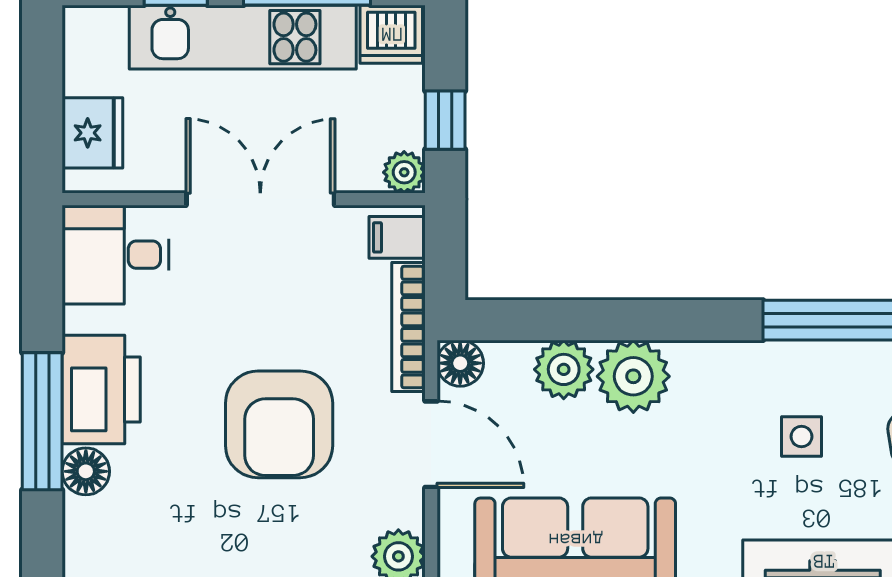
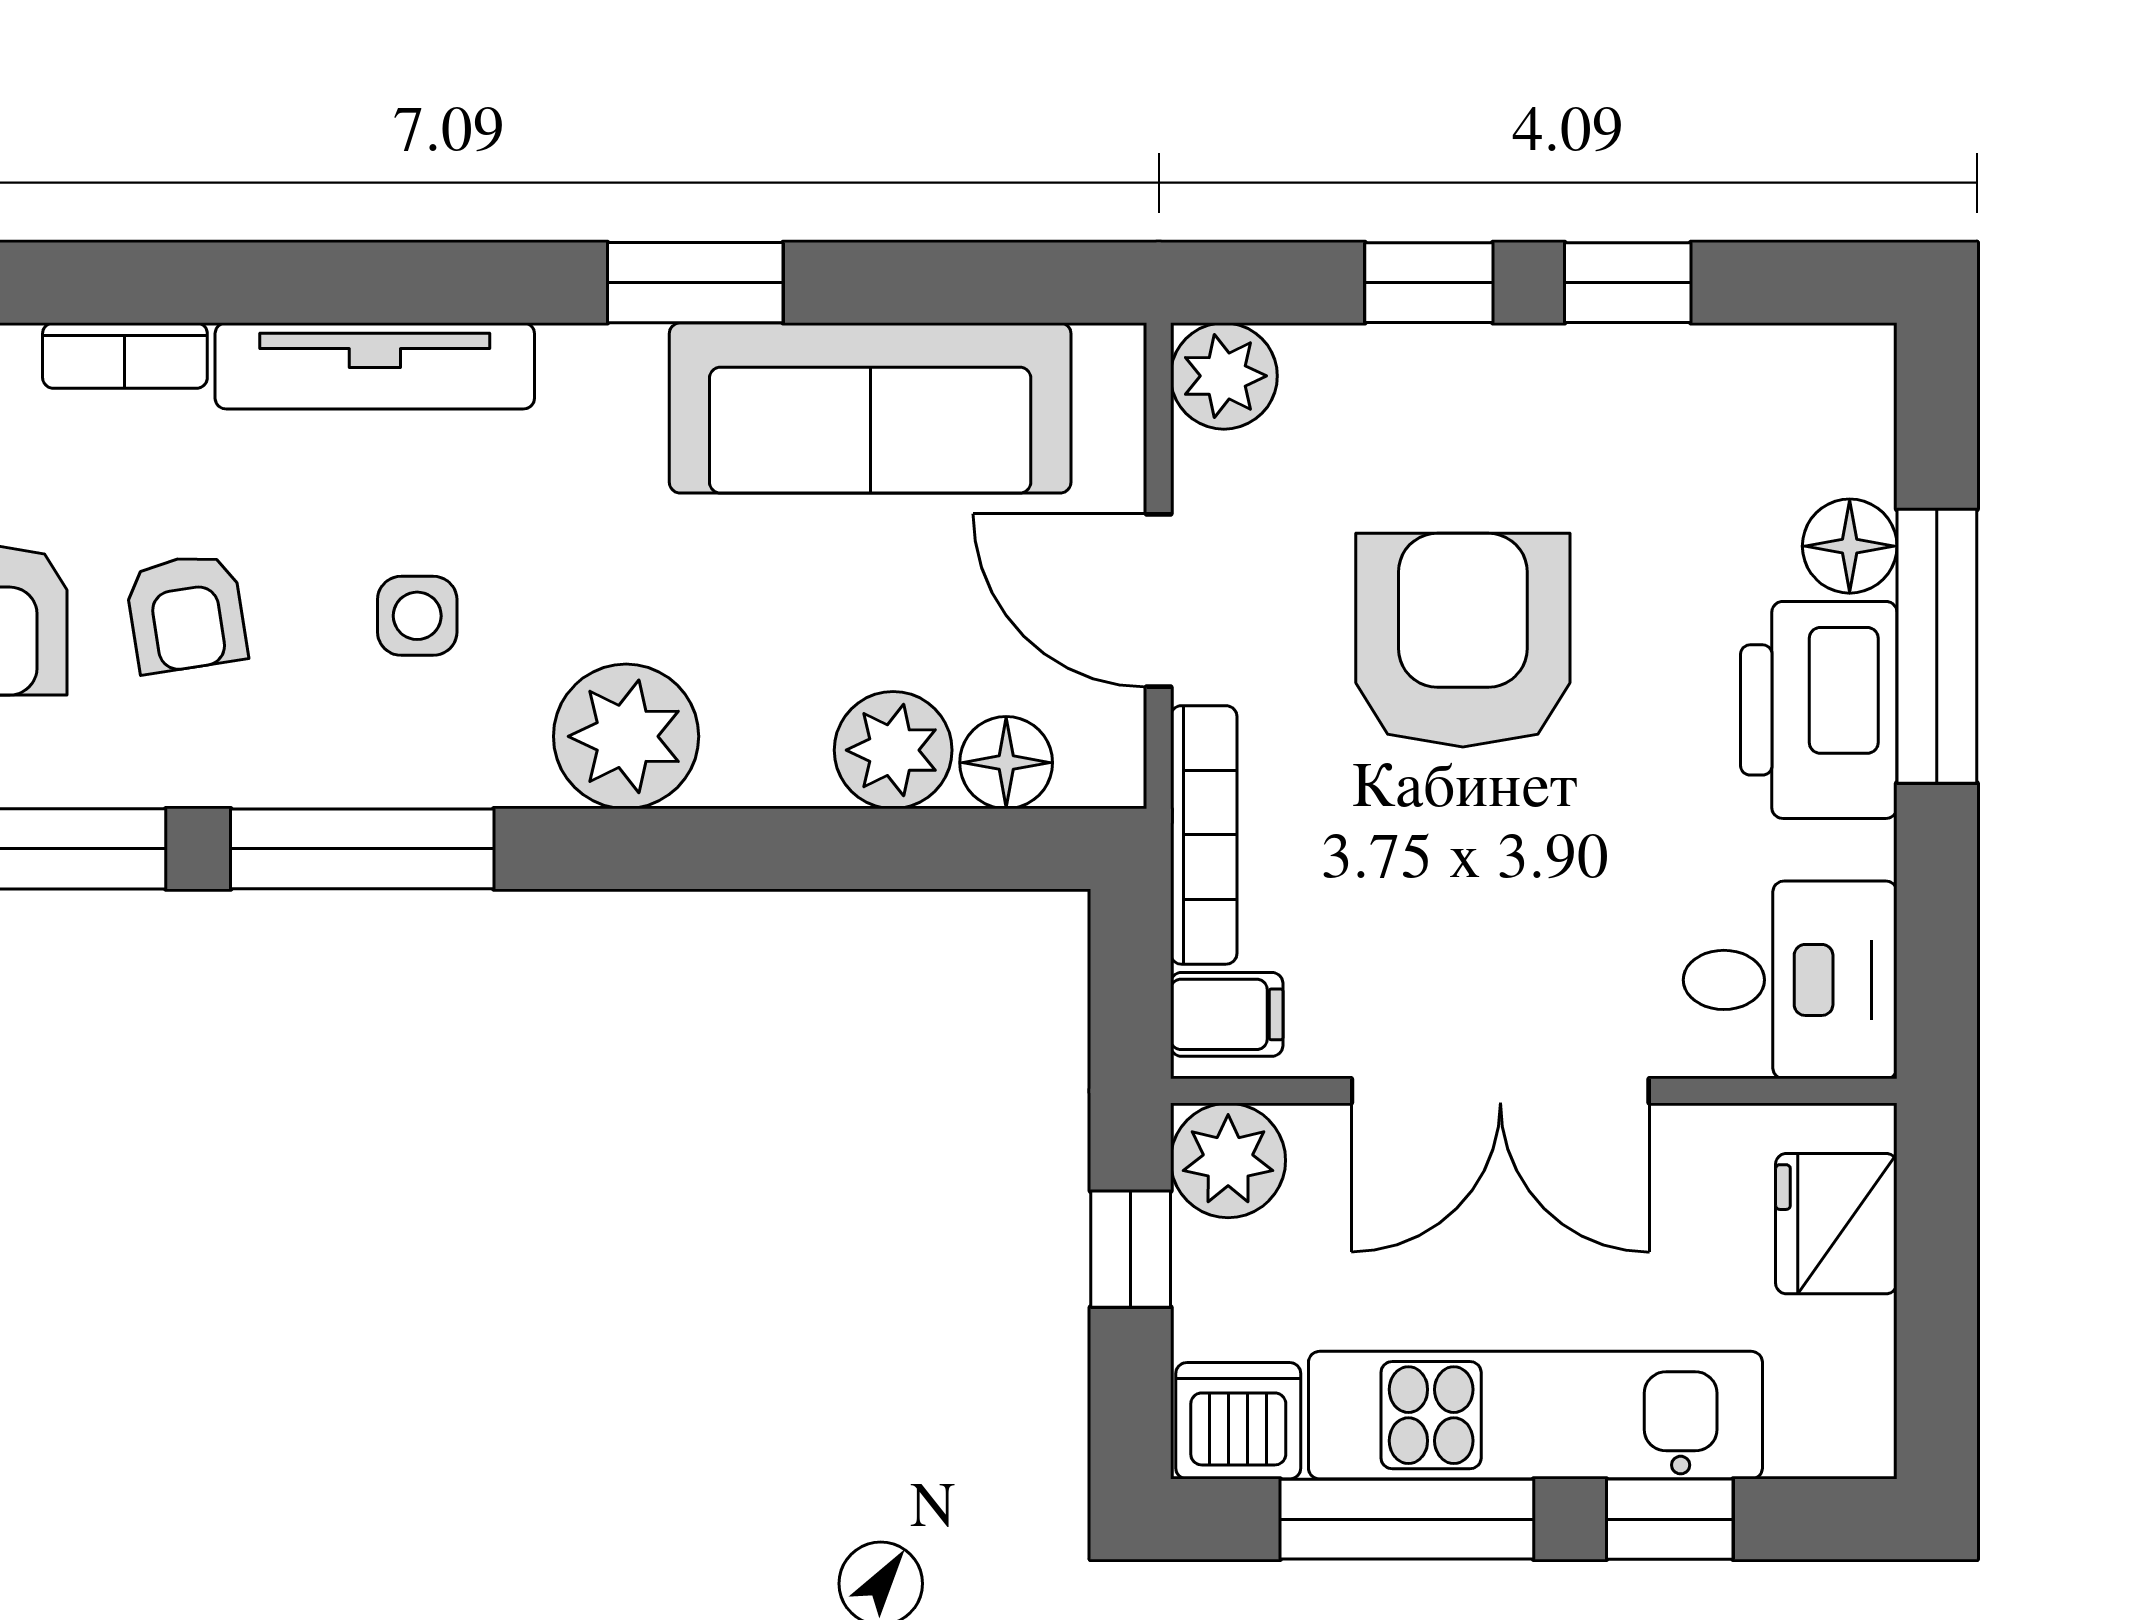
plant: (404, 172) -> (1228, 1160), width x1.38, depth x1.38
floor lamp: (460, 363) -> (1006, 763), moved
plant: (633, 376) -> (626, 736), moved

